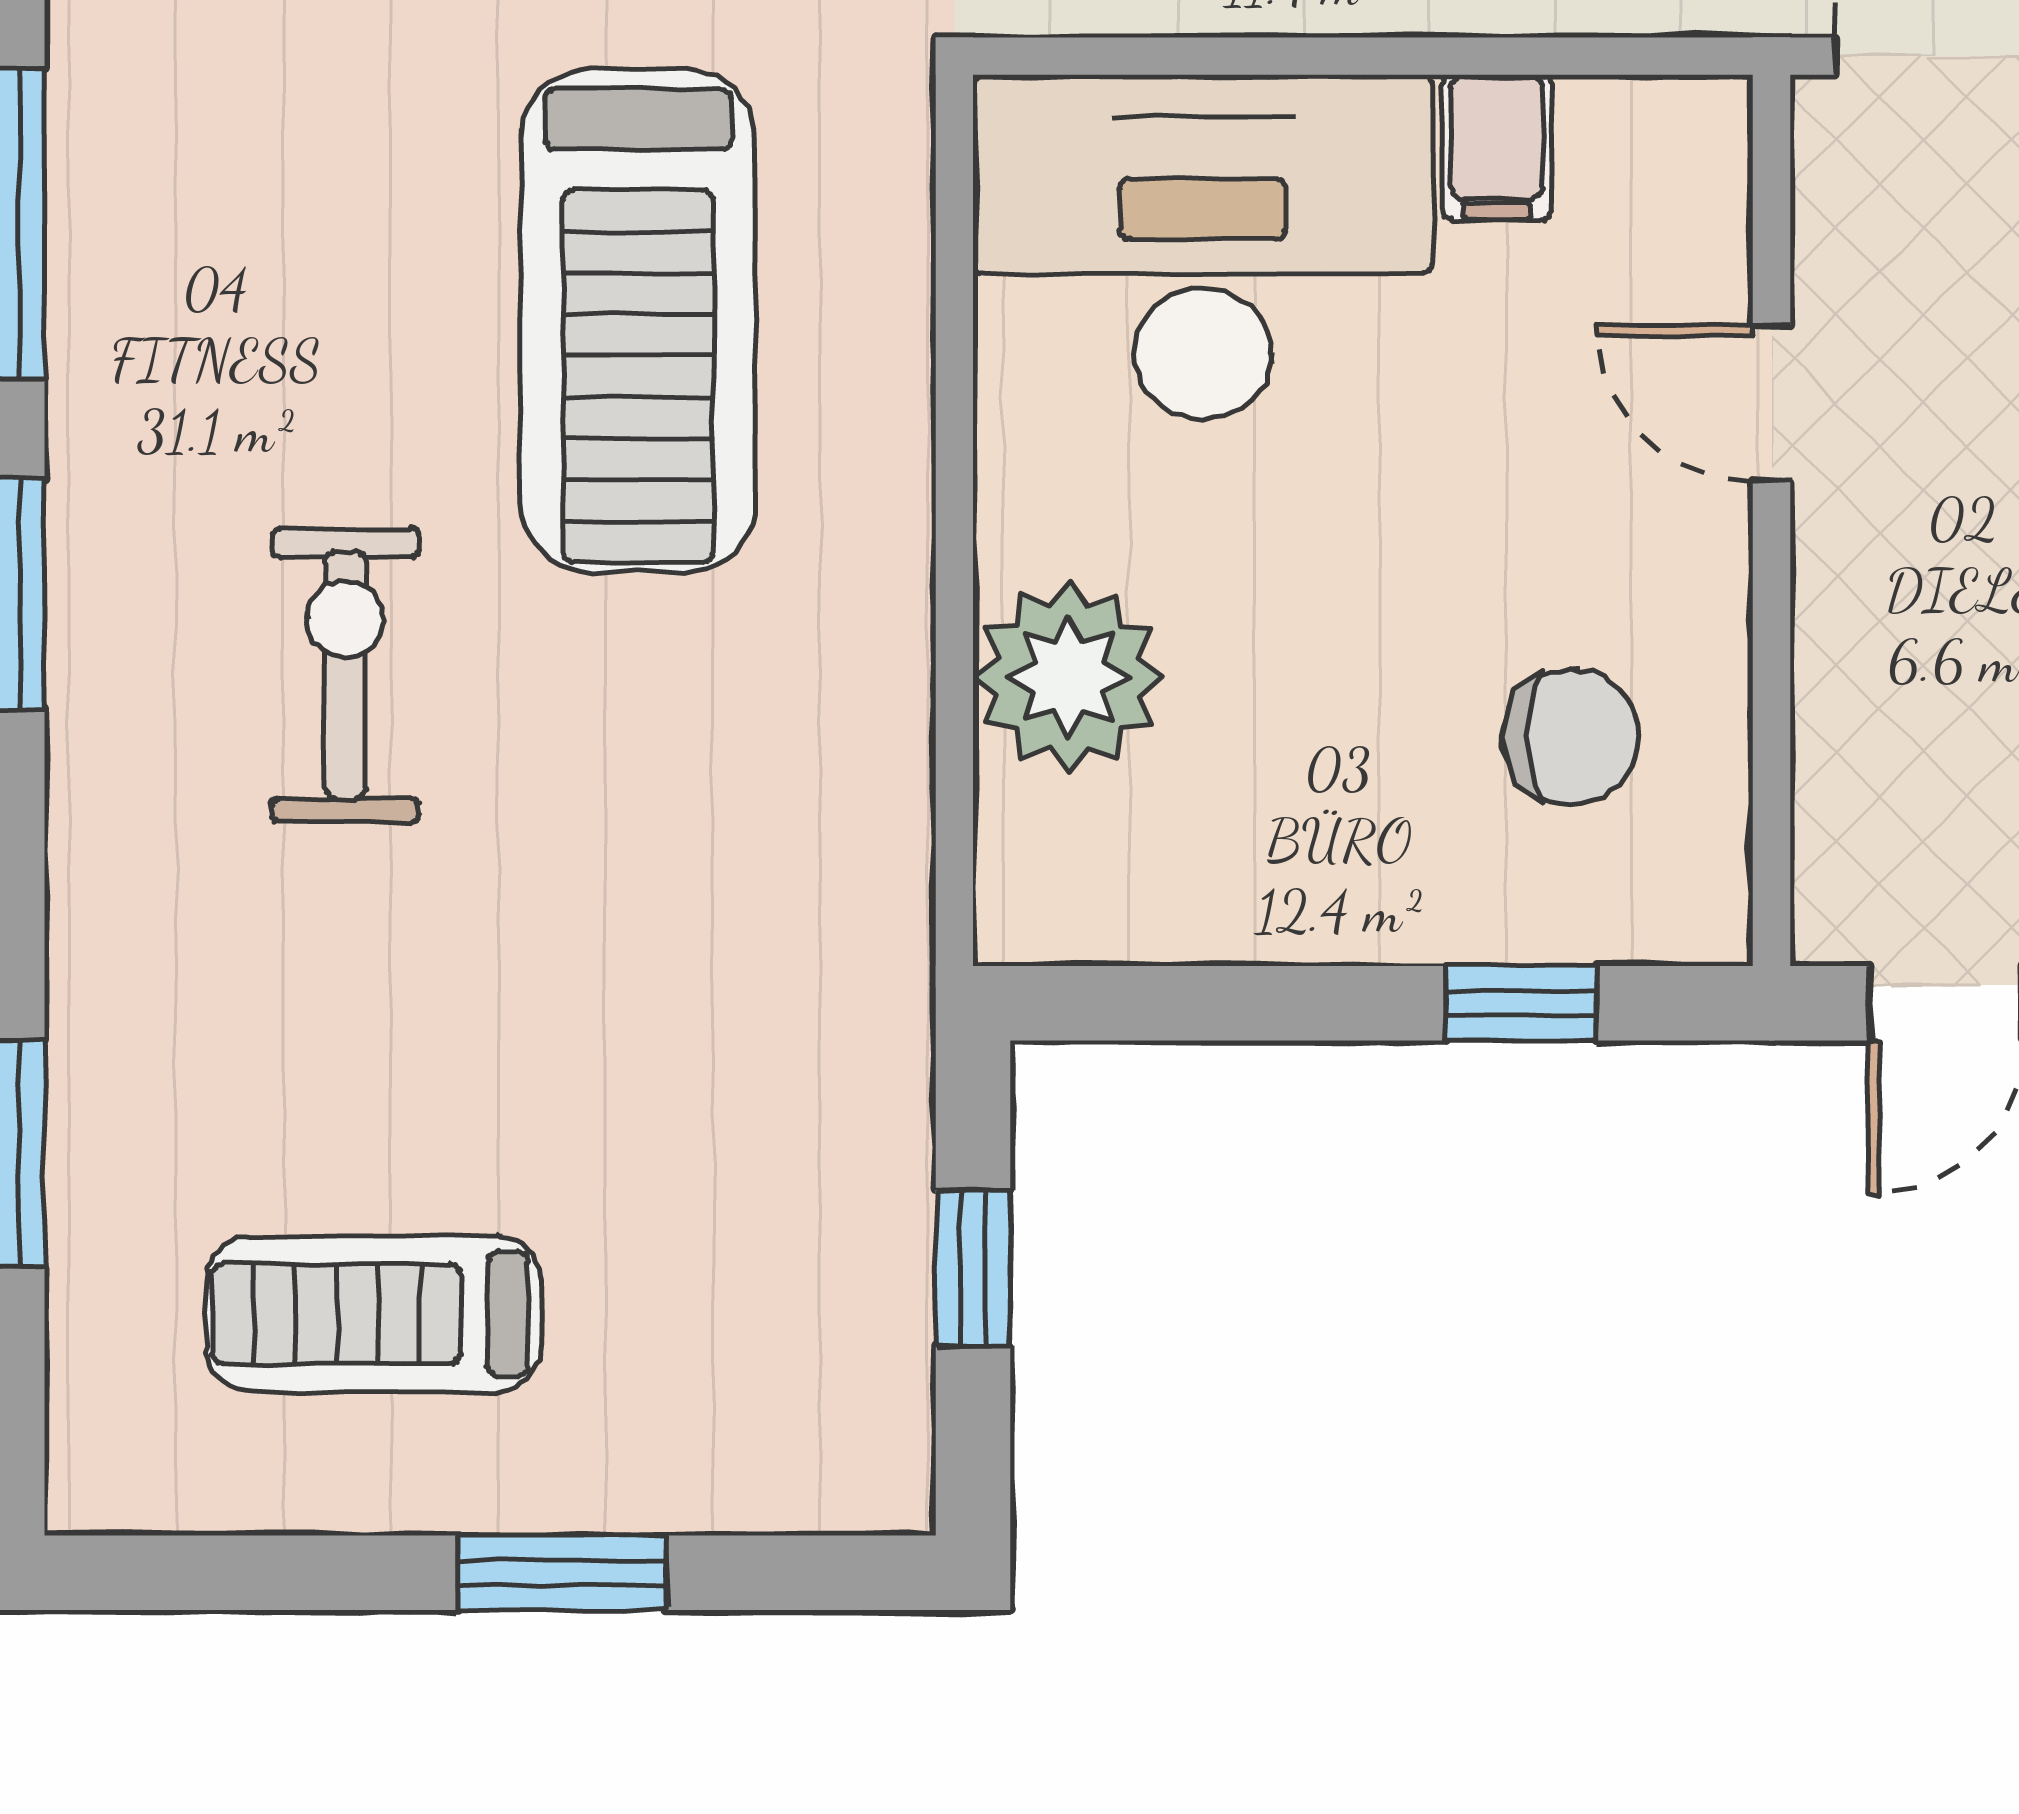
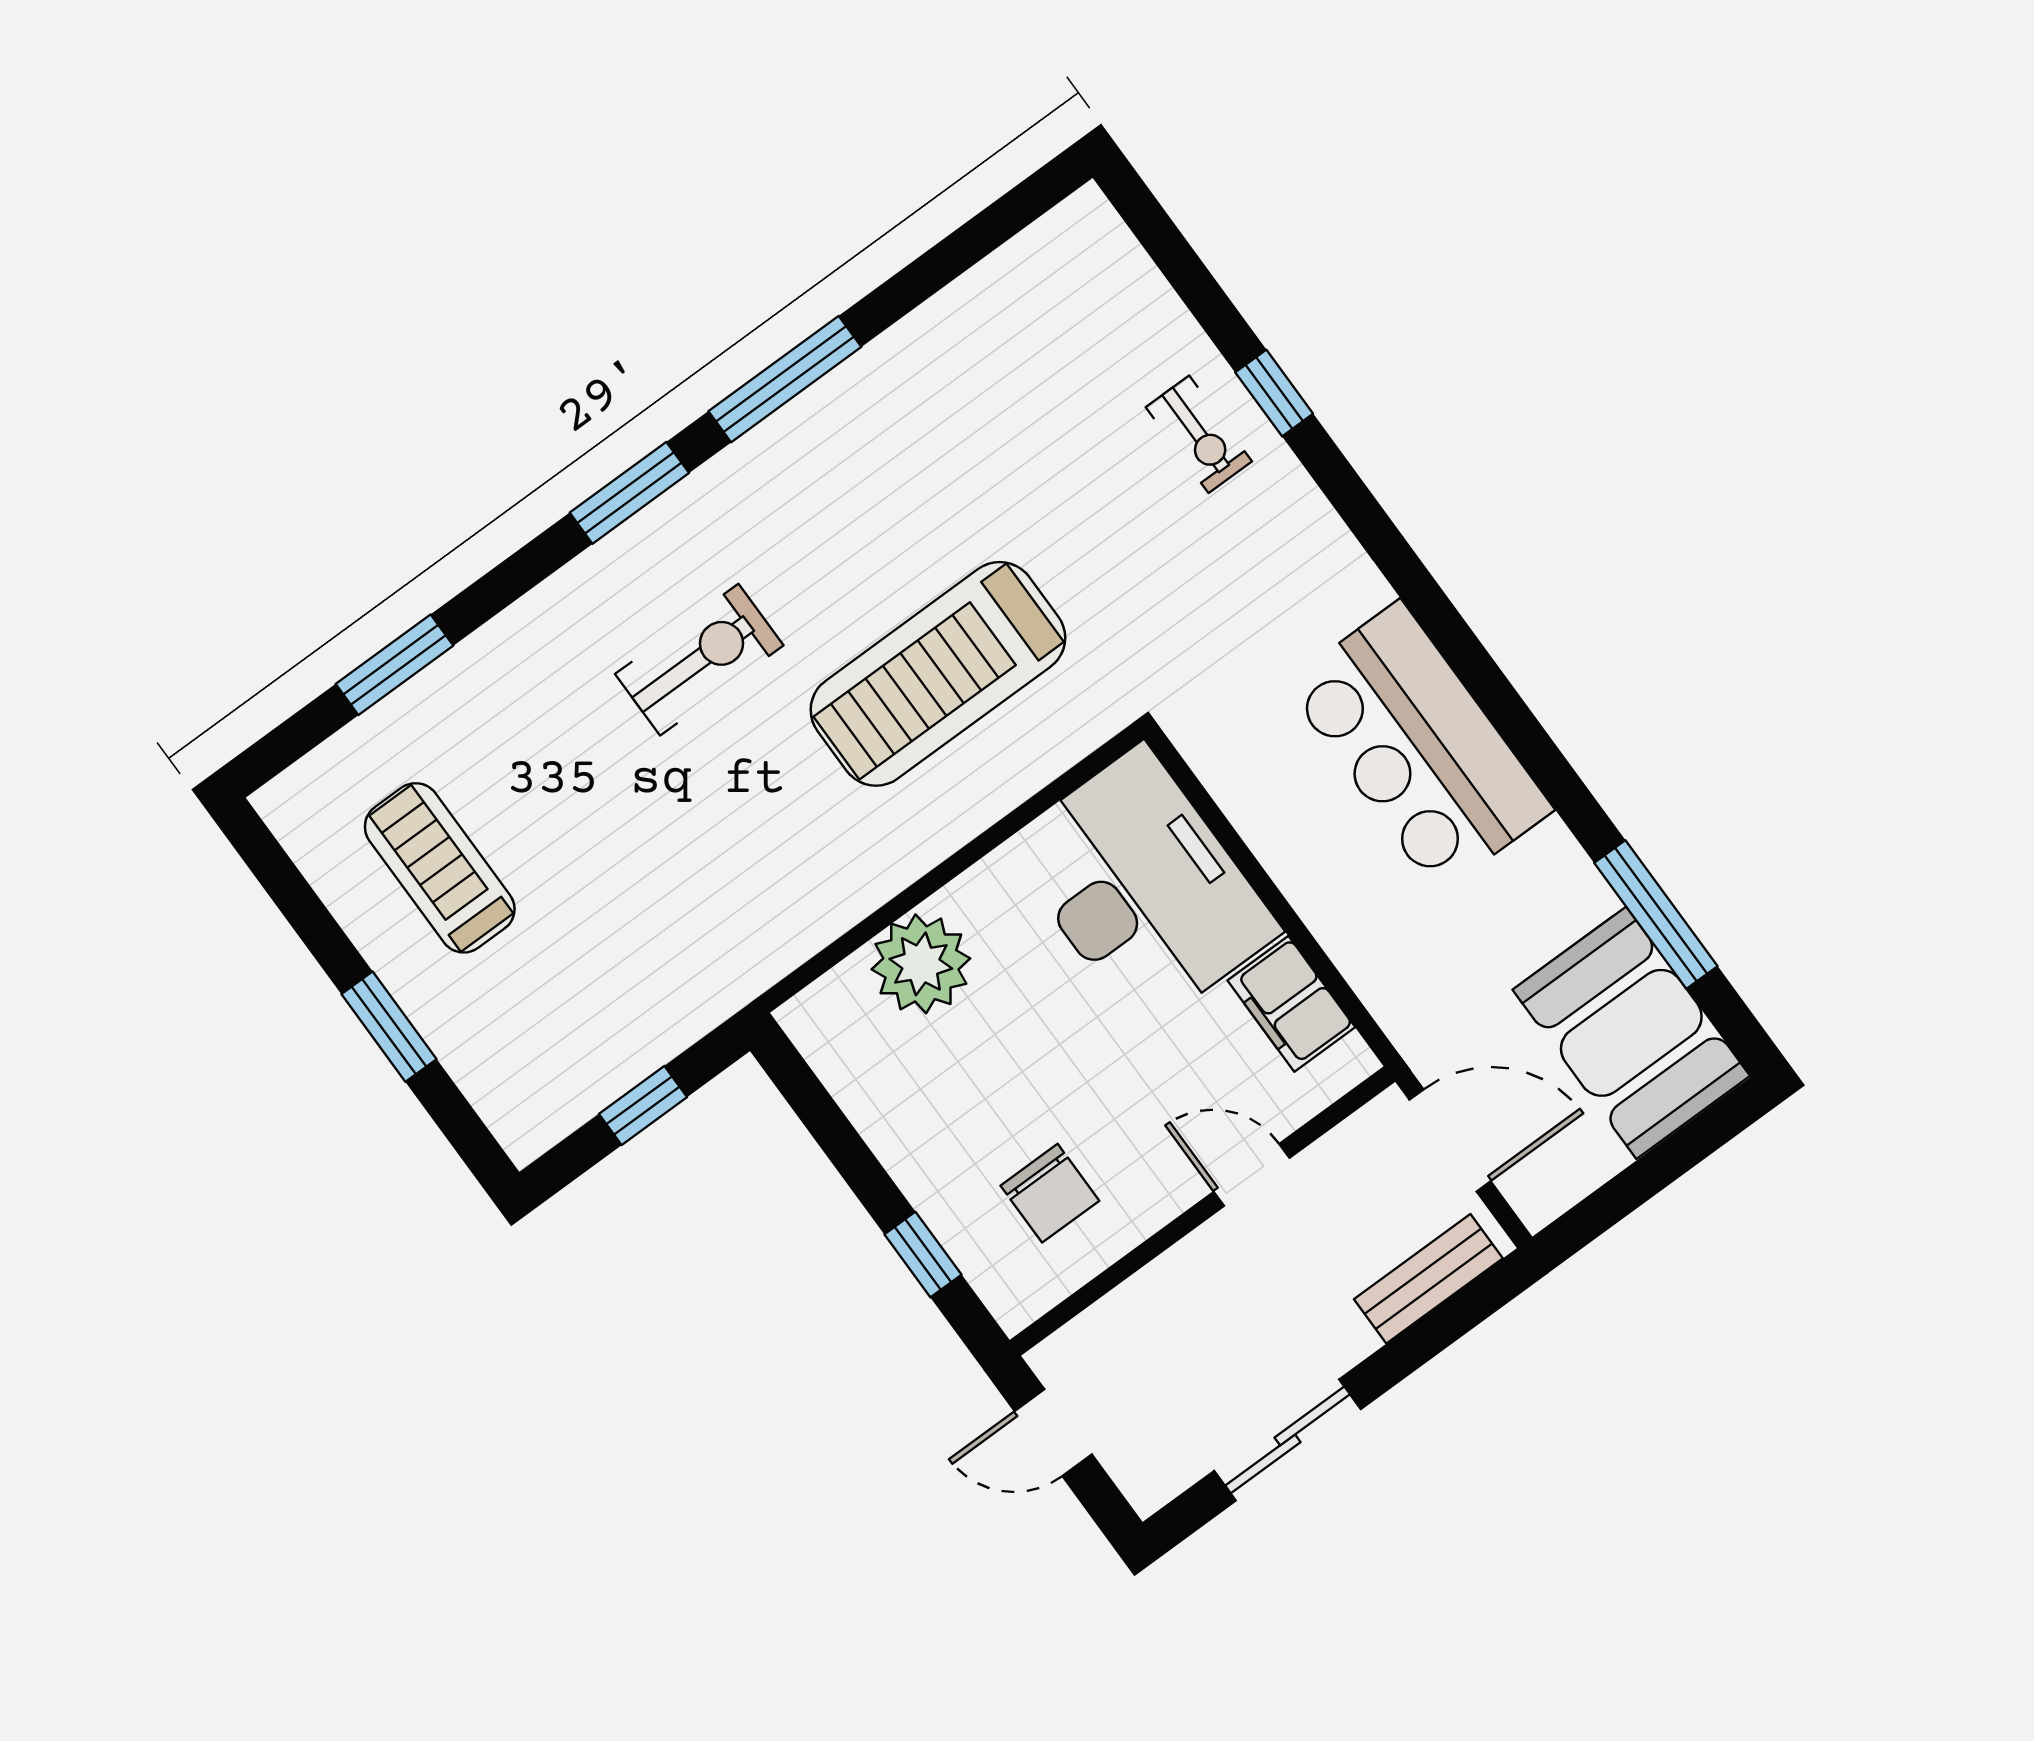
filing cabinet: (1497, 147) -> (1291, 1004), width x2.00
door: (1772, 403) -> (1252, 1175), hinge flipped

